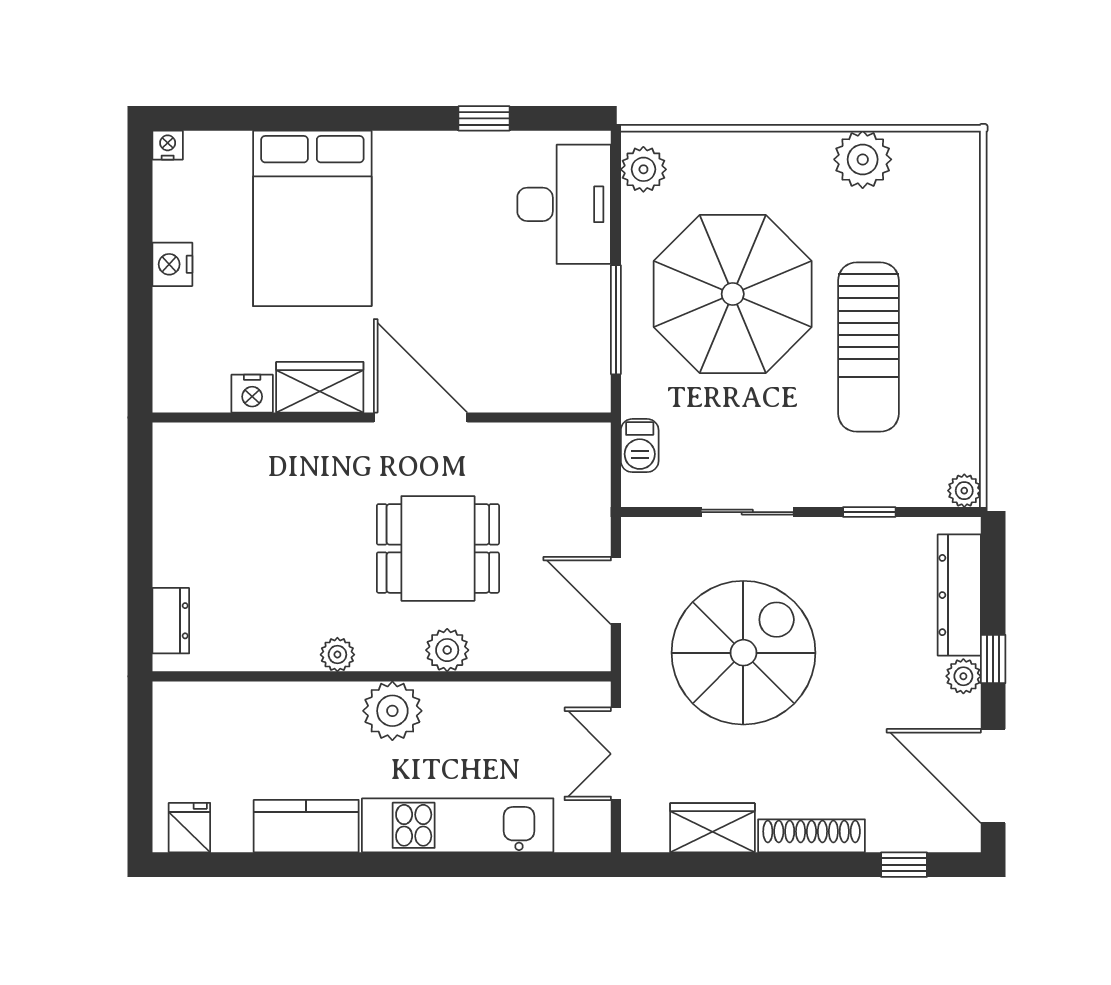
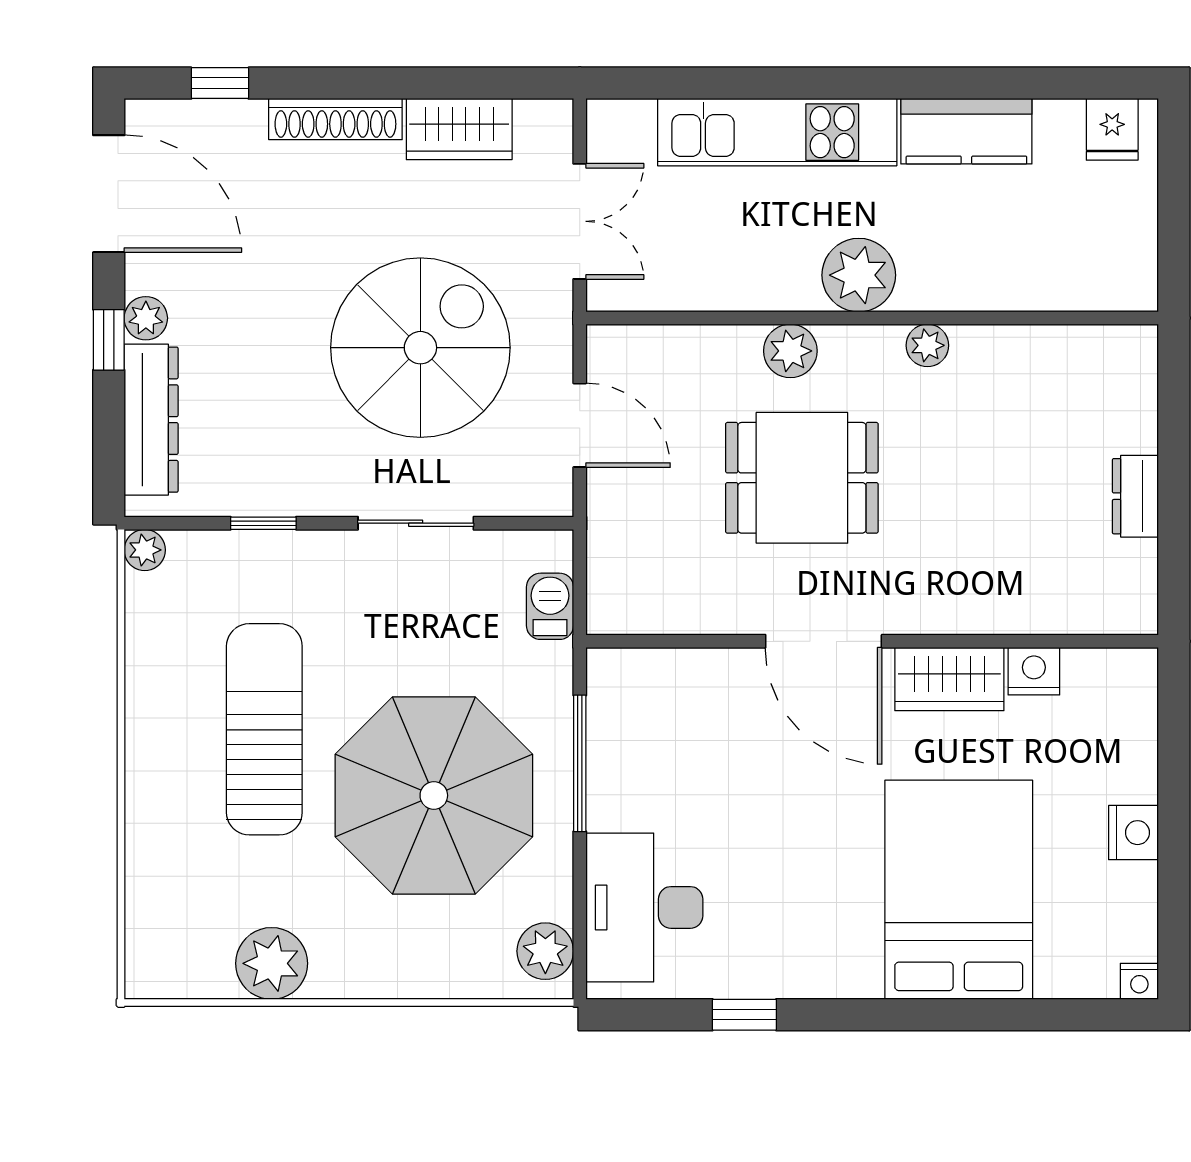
dresser: (171, 621) -> (1135, 496), moved
spiral stairs: (743, 653) -> (420, 348), turned 180

